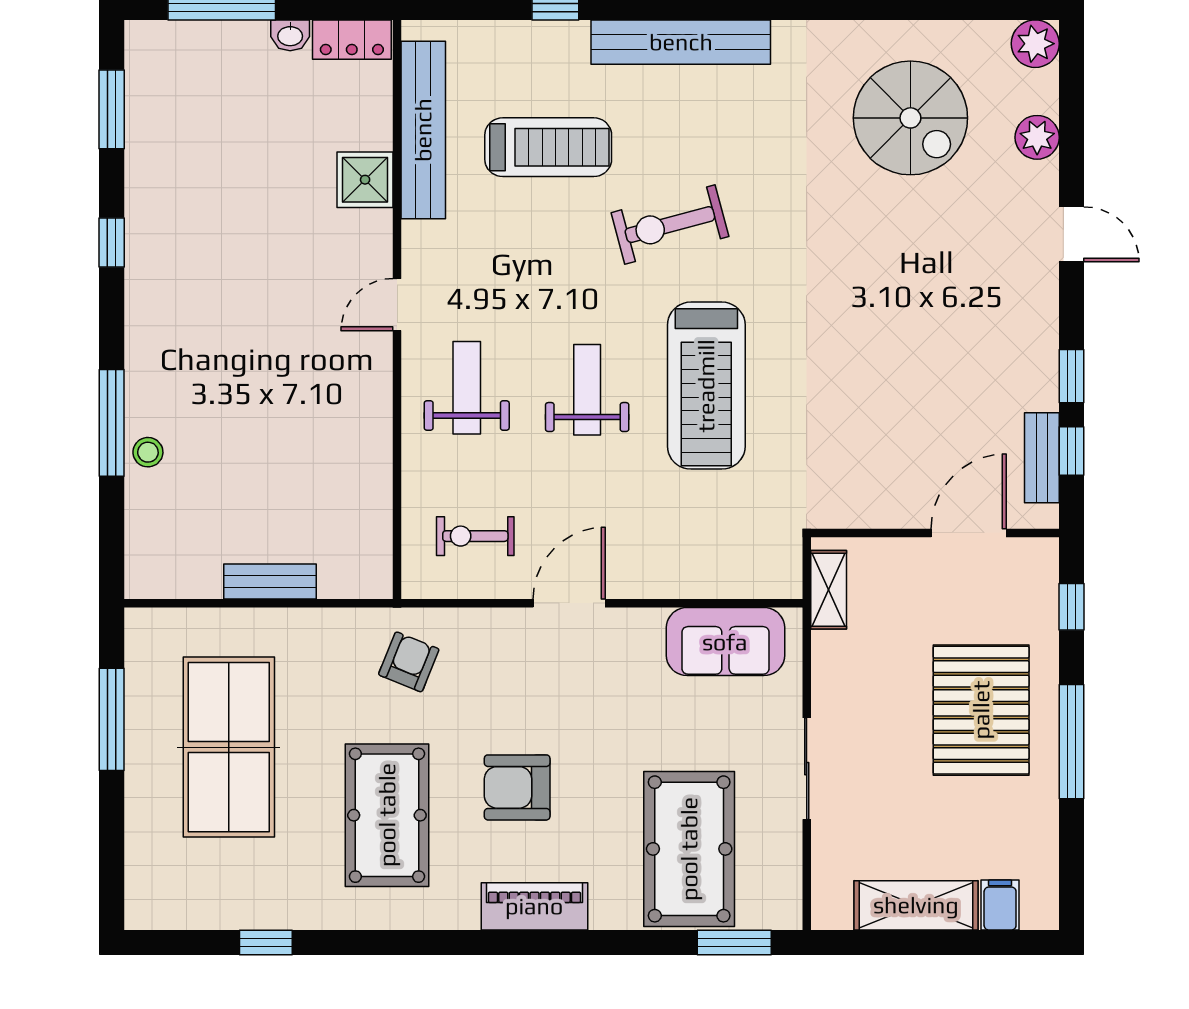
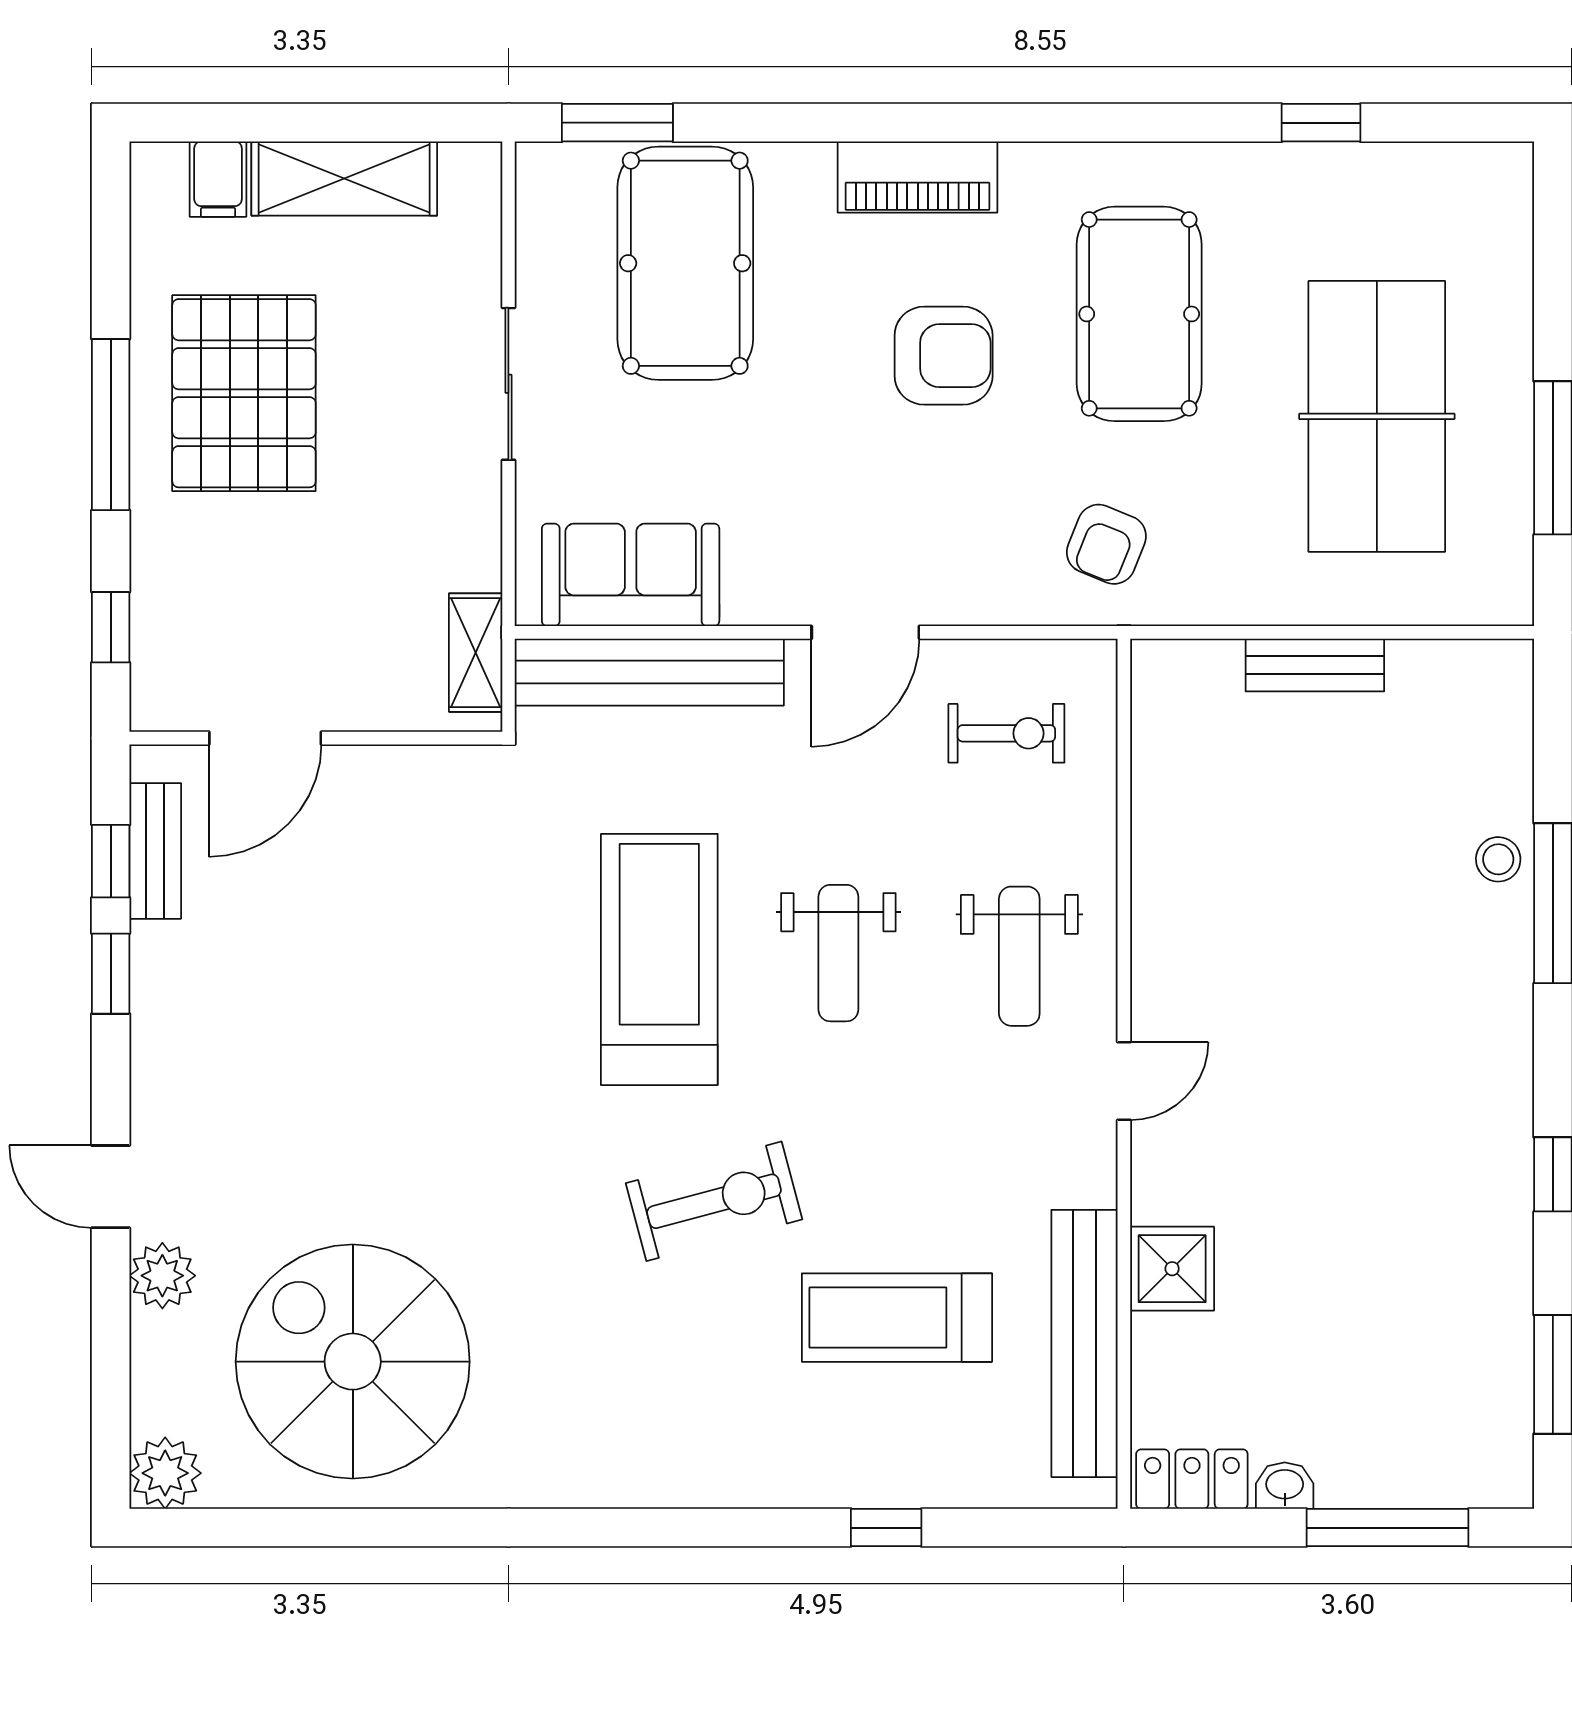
bench: (681, 42) -> (649, 672), moved
spiral stairs: (910, 118) -> (353, 1362), width x1.37, depth x1.37
plant: (1037, 137) -> (162, 1276), moved
pallet: (981, 710) -> (244, 393), moved

